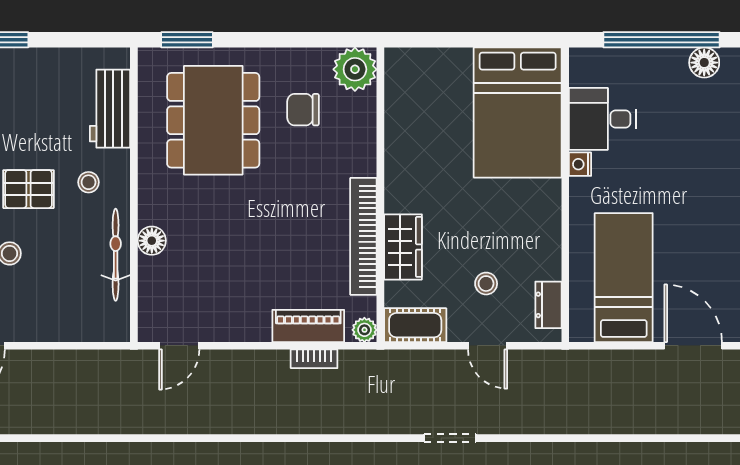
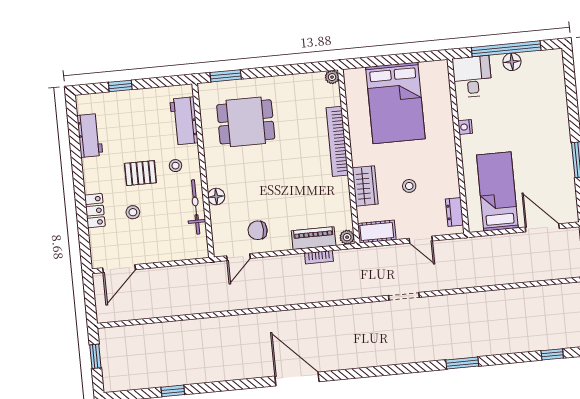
floor lamp: (704, 63) -> (512, 62), moved
plant: (355, 69) -> (332, 77), width x0.53, depth x0.53
chair: (303, 110) -> (258, 230), moved
bed: (518, 113) -> (395, 103), moved
desk: (602, 119) -> (472, 77), moved, turned 90
dining table: (213, 120) -> (246, 122), width x0.73
bookcase: (363, 236) -> (337, 141), moved
stool: (486, 284) -> (409, 186), moved

